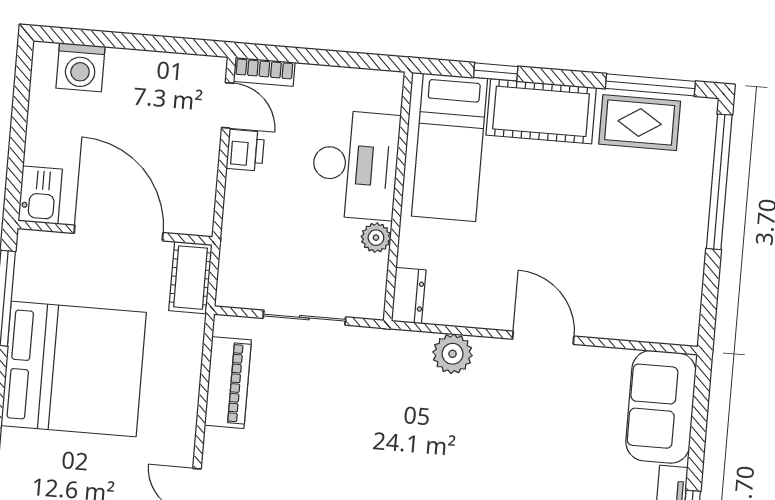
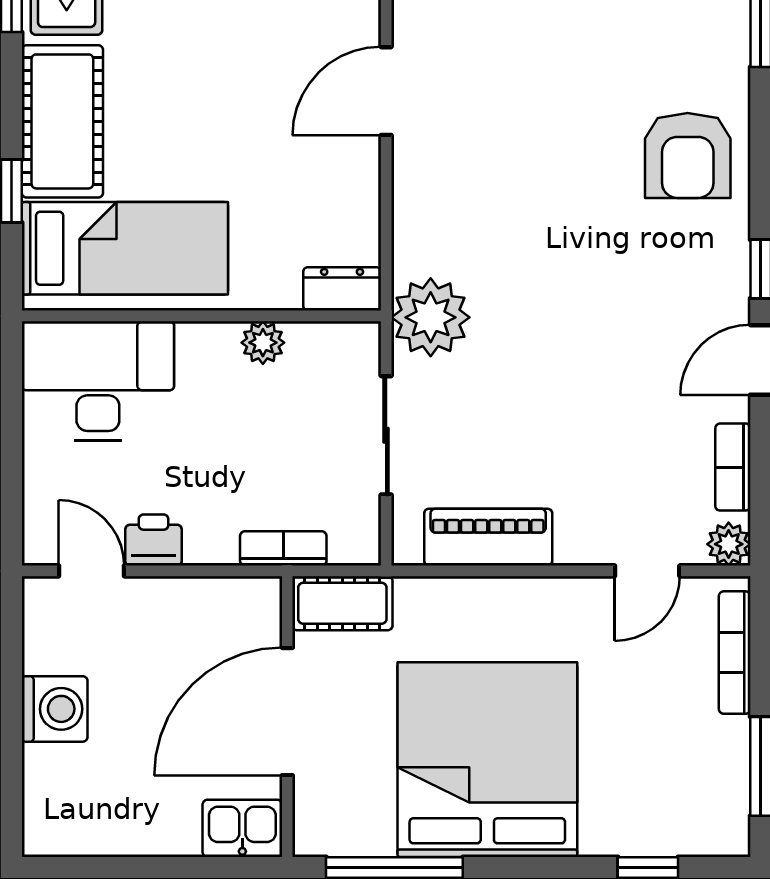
washing machine: (80, 67) -> (55, 709), moved
bookcase: (264, 72) -> (283, 548), moved, turned -90
door: (228, 105) -> (91, 571), hinge flipped
desk: (355, 165) -> (98, 381), moved
plant: (453, 354) -> (431, 317), moved, width x1.36, depth x1.36

